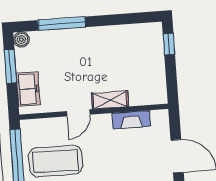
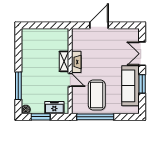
window: (169, 44) -> (35, 25), removed
fireplace: (131, 120) -> (76, 62), moved

